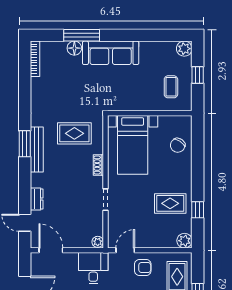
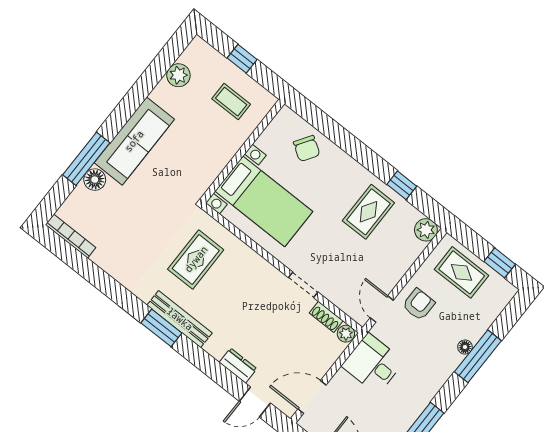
plant: (184, 49) -> (178, 75), moved
shoe rack: (98, 165) -> (326, 317), moved

